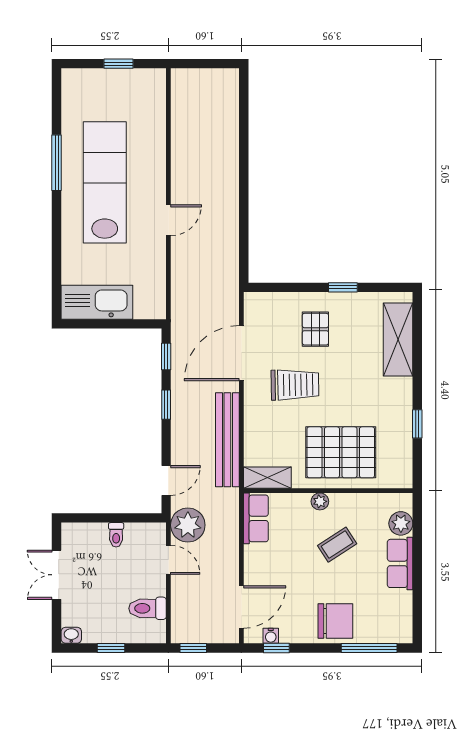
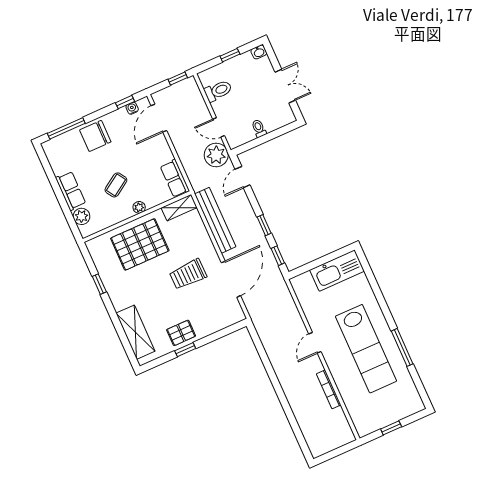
bookcase: (178, 151) -> (329, 389), added
pallet: (315, 329) -> (181, 333), moved, turned 90

